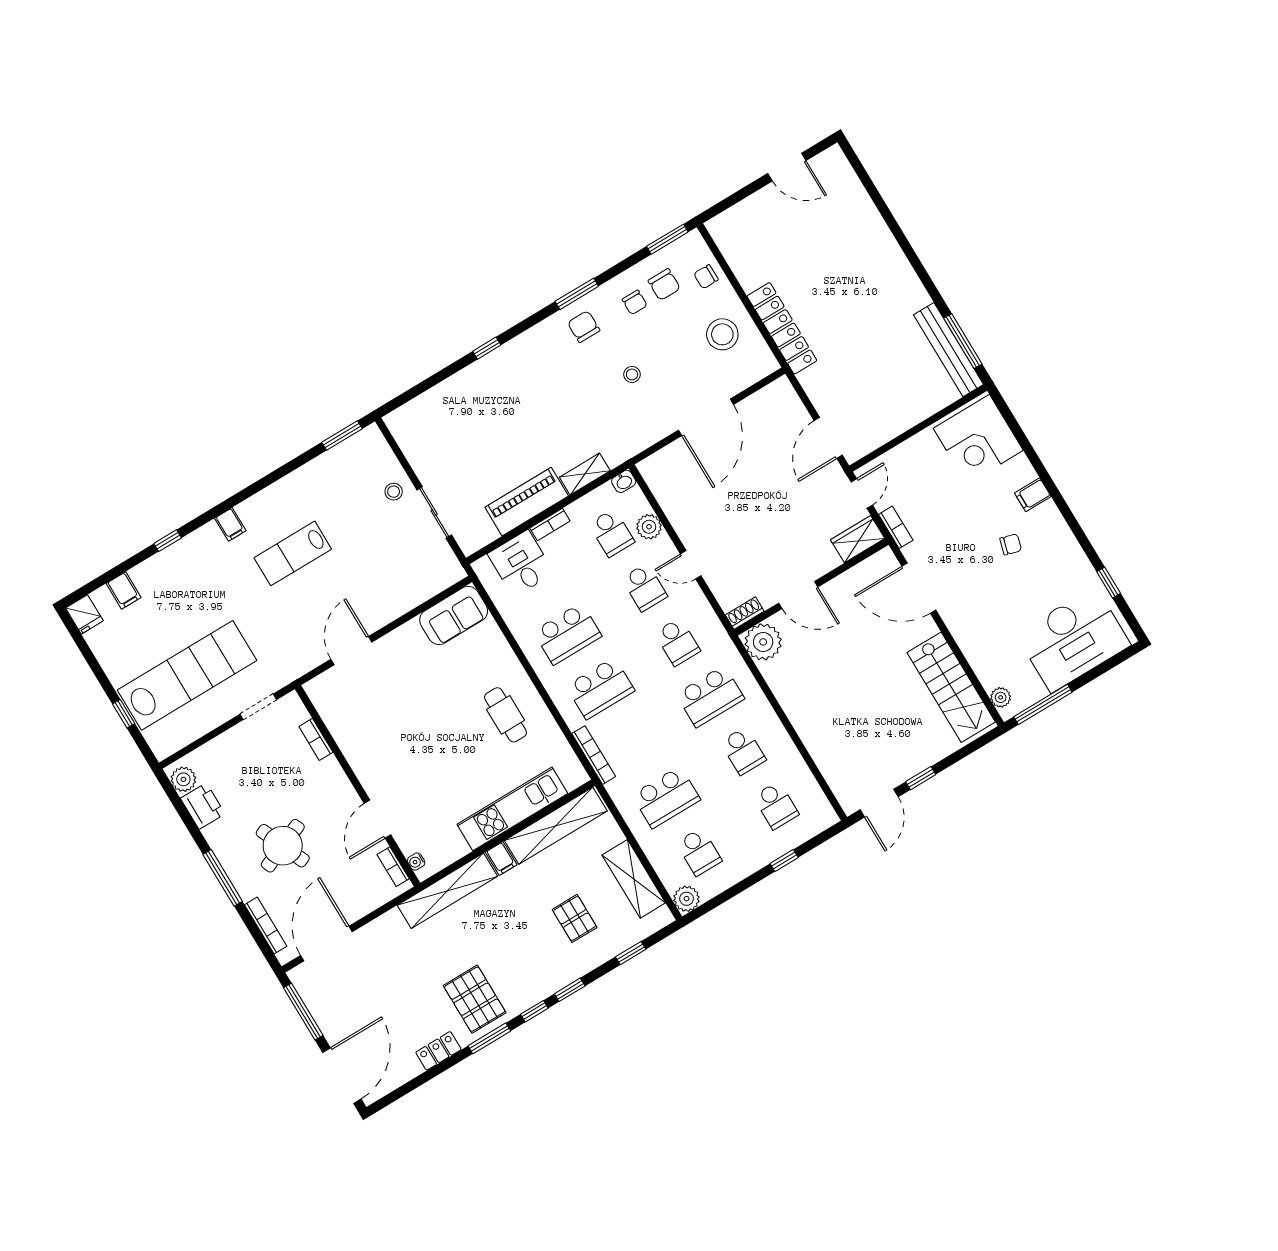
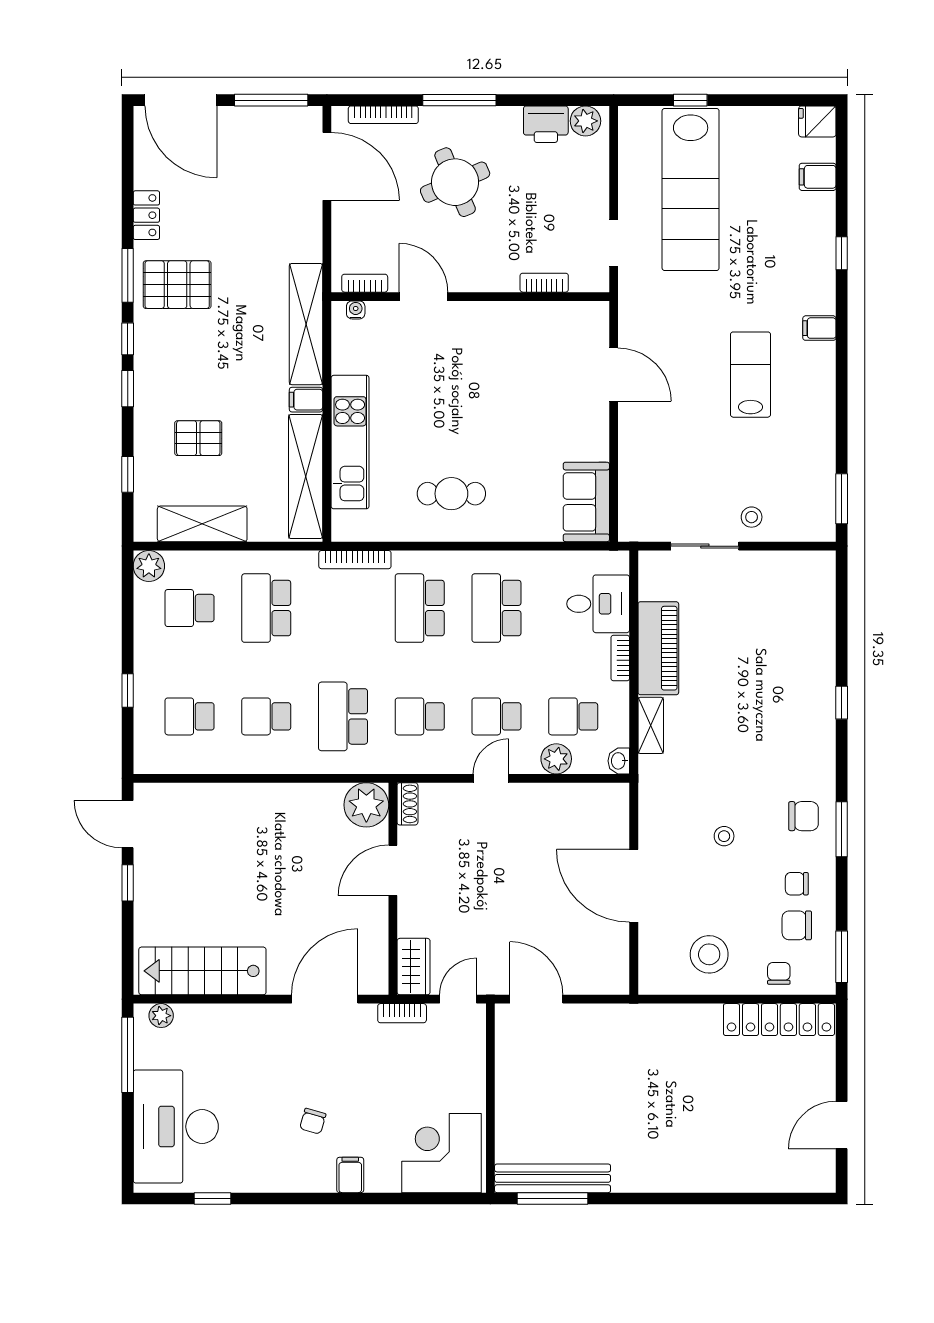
locker: (782, 328) -> (779, 1020), moved
door: (862, 493) -> (458, 999), swing flipped

